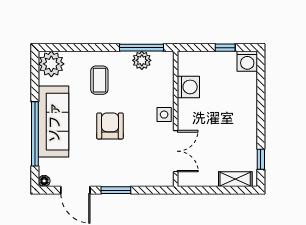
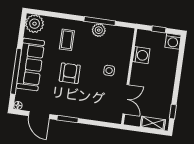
washing machine: (188, 87) -> (141, 55), moved
wall: (176, 119) -> (129, 76), moved
double door: (176, 151) -> (126, 99), moved

